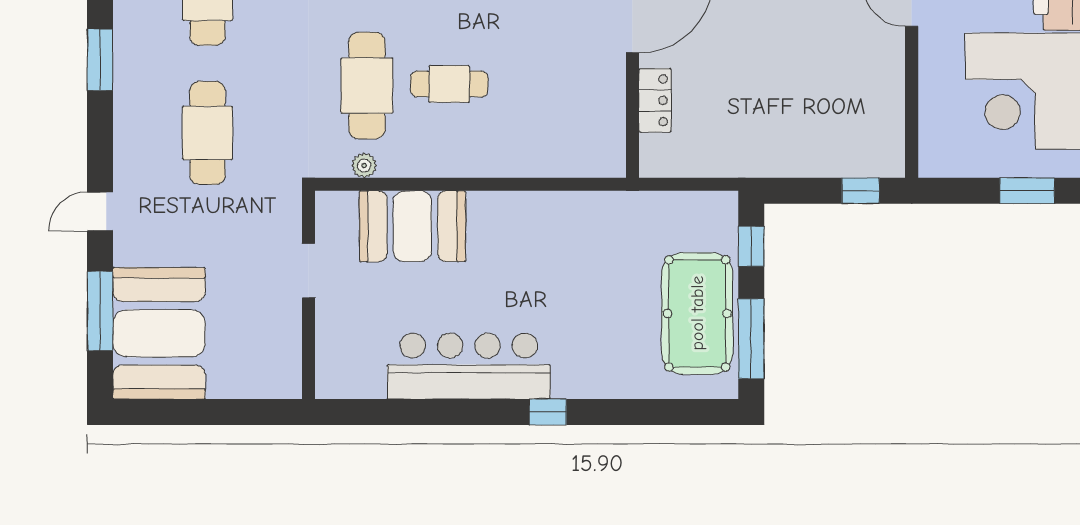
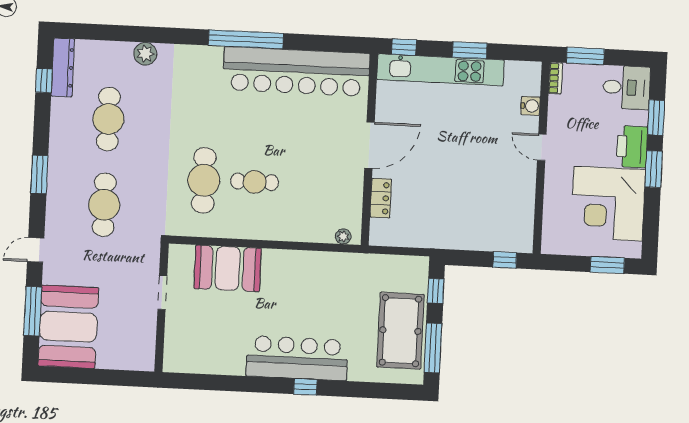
window: (100, 60) -> (39, 174), moved
plant: (364, 165) -> (343, 236), moved
bar counter: (469, 366) -> (297, 358), moved

